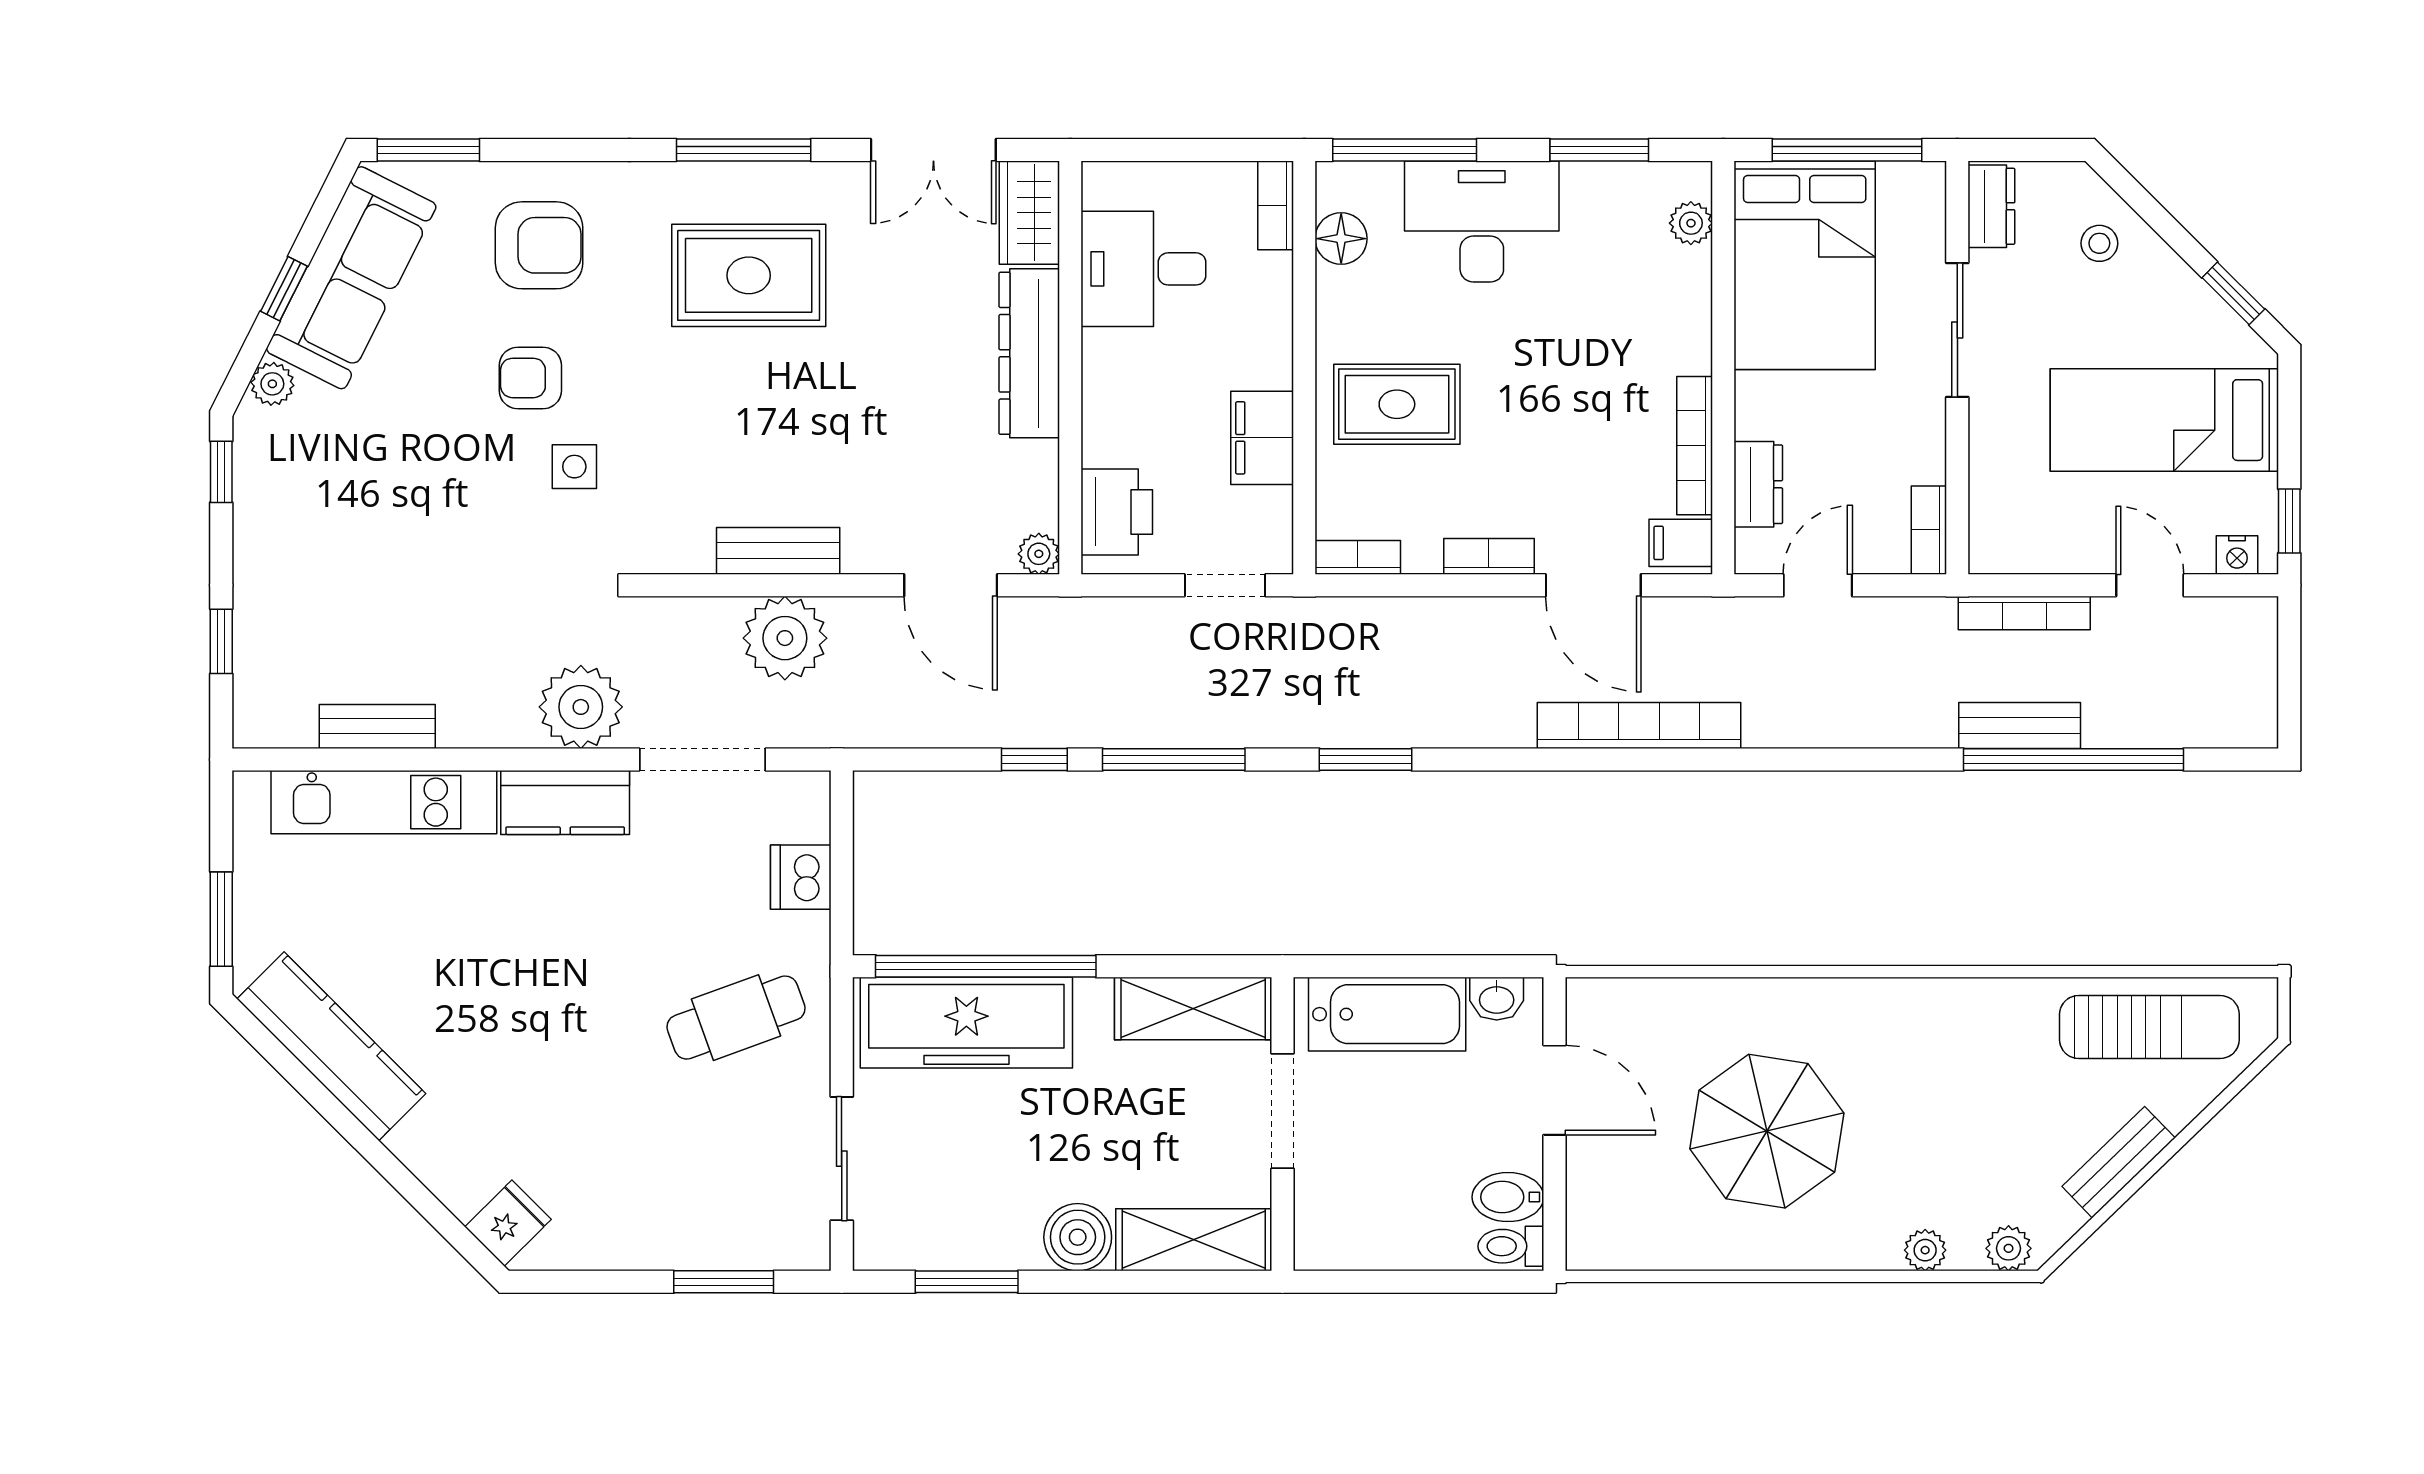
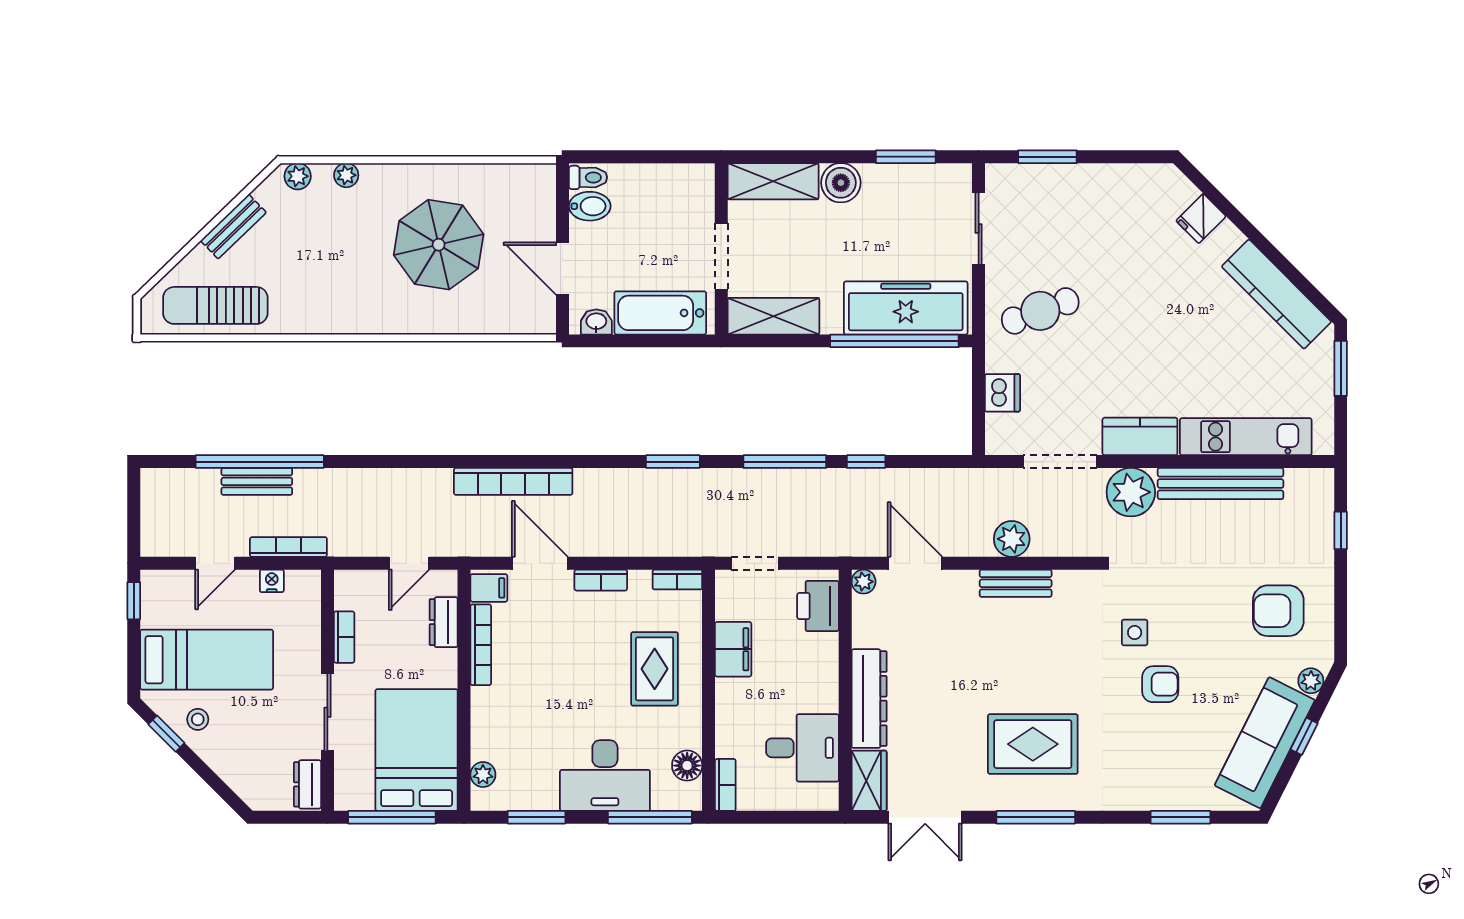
window: (428, 150) -> (1181, 817), moved
double door: (933, 150) -> (925, 817), swing flipped
stool: (2099, 243) -> (198, 719), moved
armchair: (539, 245) -> (1278, 611), moved
rug: (1397, 404) -> (655, 669), turned 90
window: (221, 472) -> (1341, 629), removed
bookcase: (1929, 530) -> (344, 637), moved
nightstand: (2237, 555) -> (272, 581), moved
door: (2150, 585) -> (215, 563), hinge flipped
plant: (785, 638) -> (1012, 539), width x0.73, depth x0.73
bench: (2020, 725) -> (257, 481), moved
bench: (377, 726) -> (1221, 484), width x1.86, depth x1.21
fridge: (508, 1223) -> (1201, 219), moved

